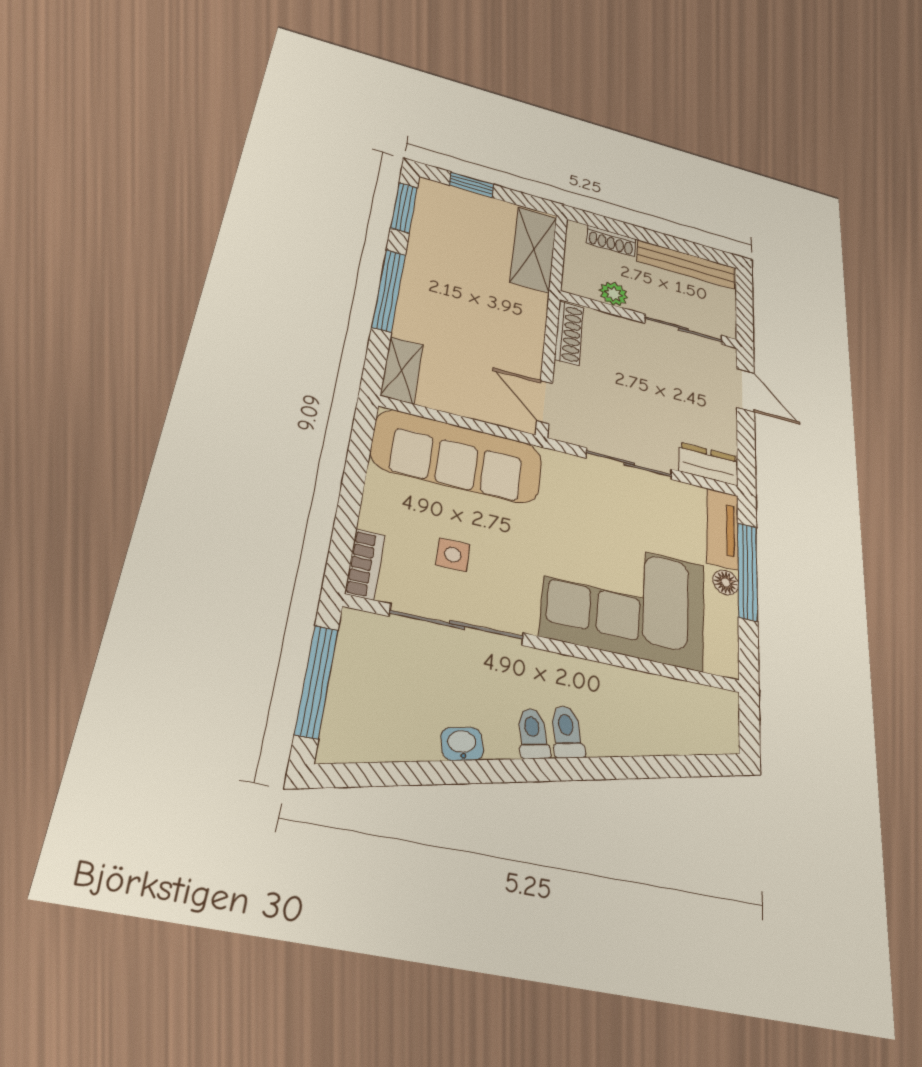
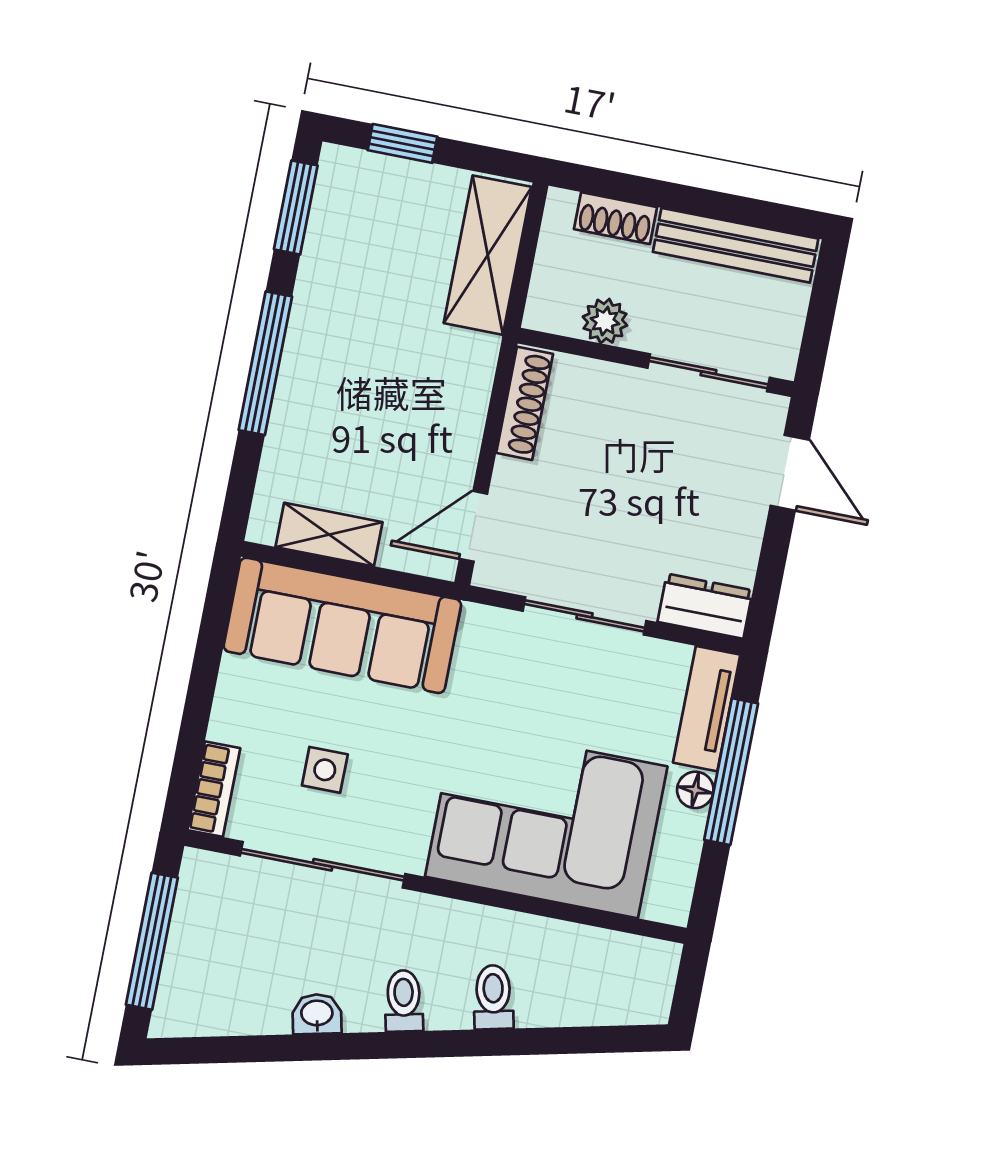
shelving: (402, 370) -> (329, 535), moved, turned 90
door: (545, 402) -> (473, 526), hinge flipped
toilet: (567, 732) -> (493, 997), moved

